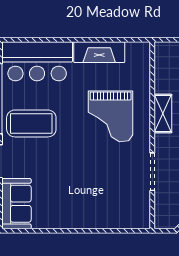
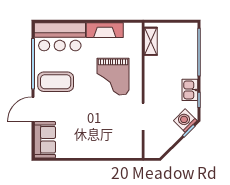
shelving: (163, 114) -> (151, 41), moved

